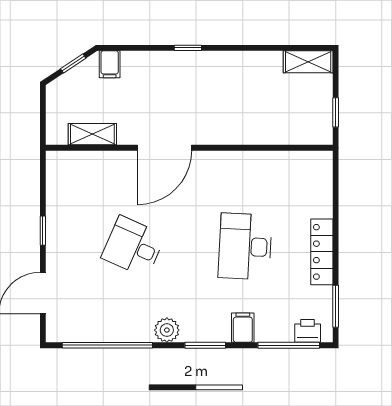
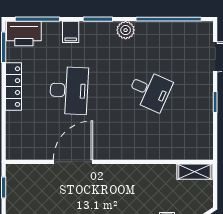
shelving: (92, 134) -> (194, 172), moved
door: (164, 148) -> (73, 162), moved
printer: (308, 331) -> (24, 33), width x1.87, depth x1.48

